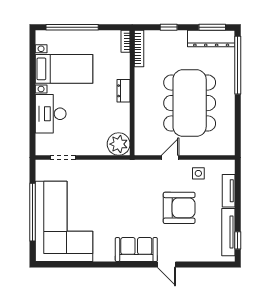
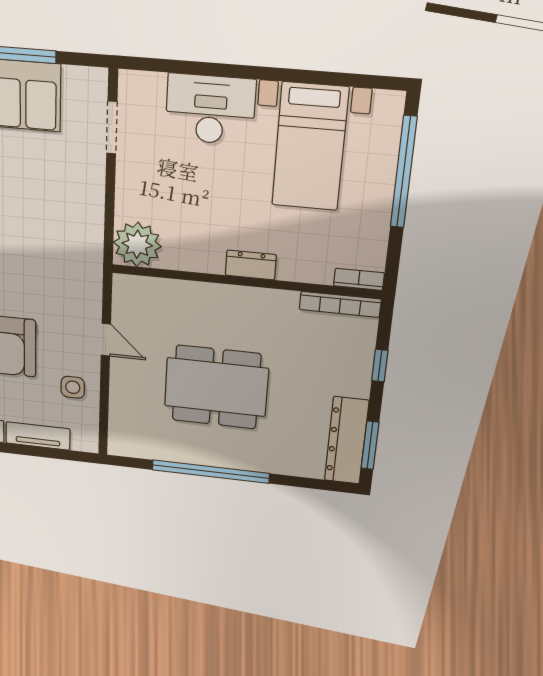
window: (238, 65) -> (211, 472), moved
dining table: (190, 103) -> (216, 387), width x0.73, depth x0.80

